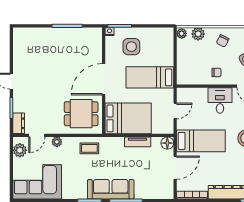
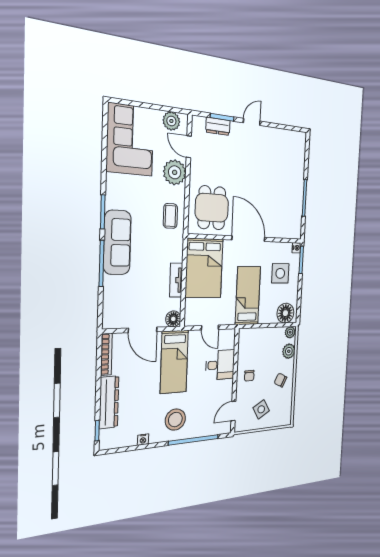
floor lamp: (165, 39) -> (285, 313), added
desk: (220, 100) -> (220, 365), moved
dresser: (19, 123) -> (218, 126), moved
plant: (57, 142) -> (175, 172), width x1.87, depth x1.87

